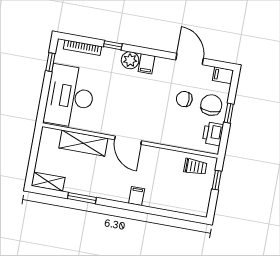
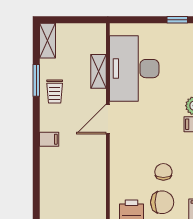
desk: (70, 96) -> (134, 69), moved, turned -90
shelving: (83, 143) -> (99, 71), width x0.67, depth x0.75
trolley: (195, 167) -> (55, 91), moved

